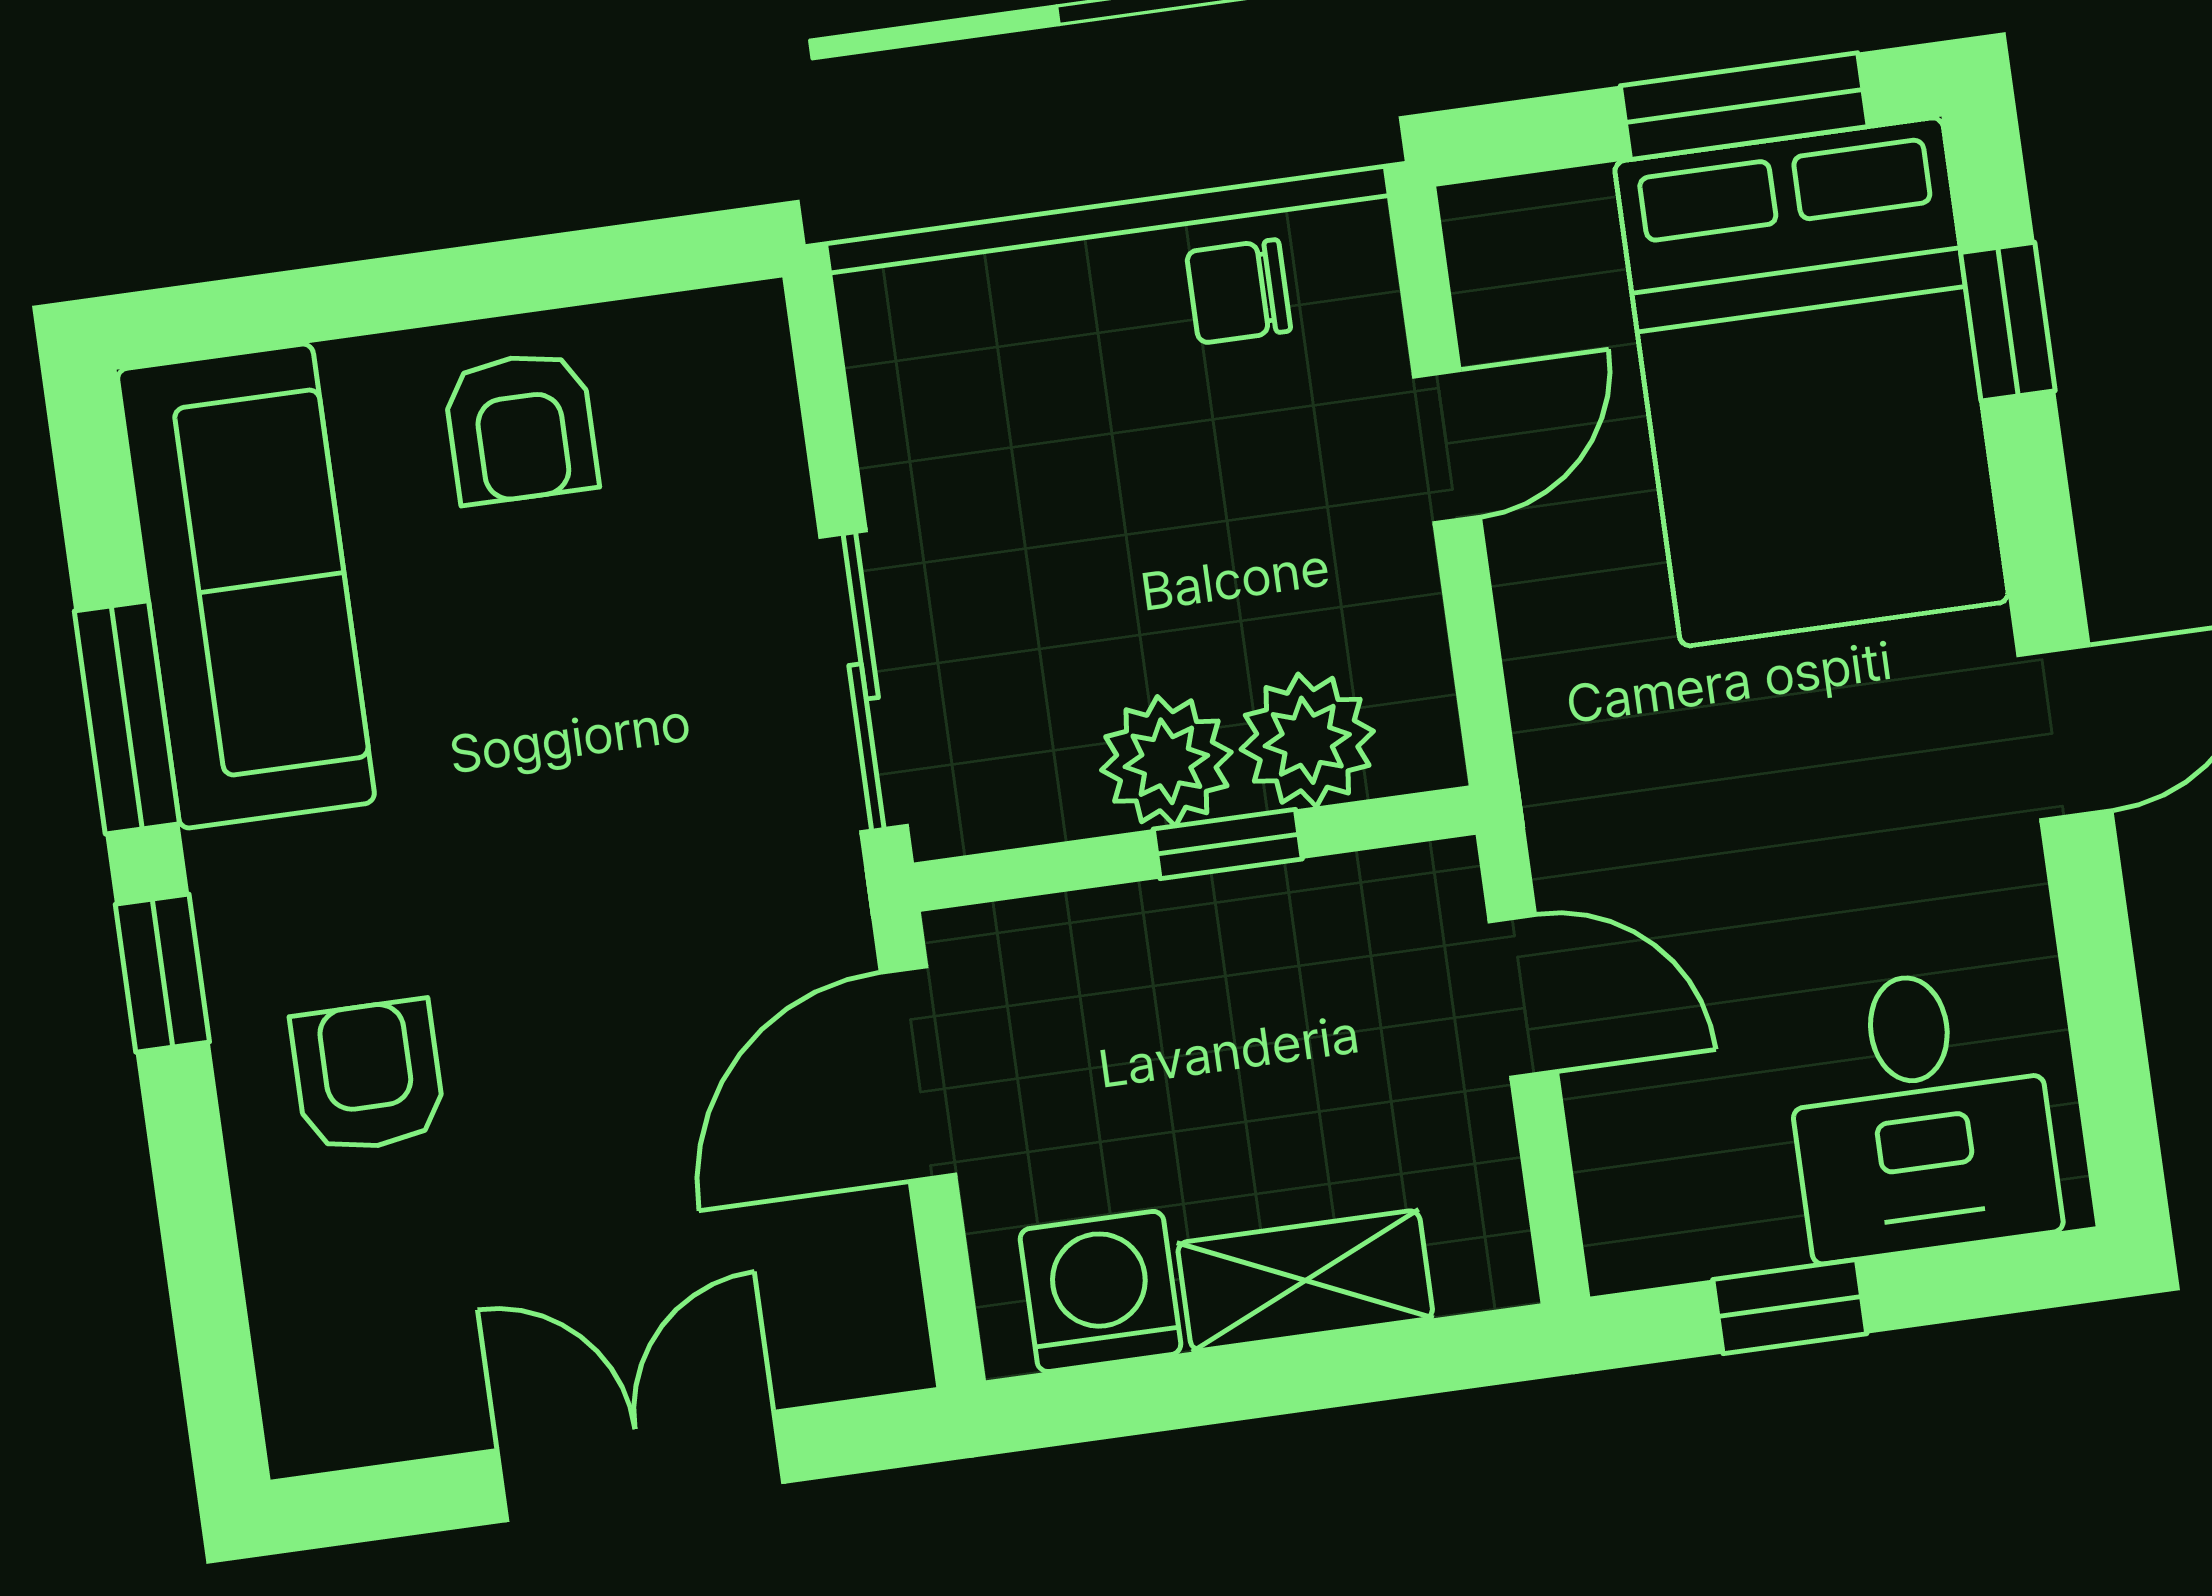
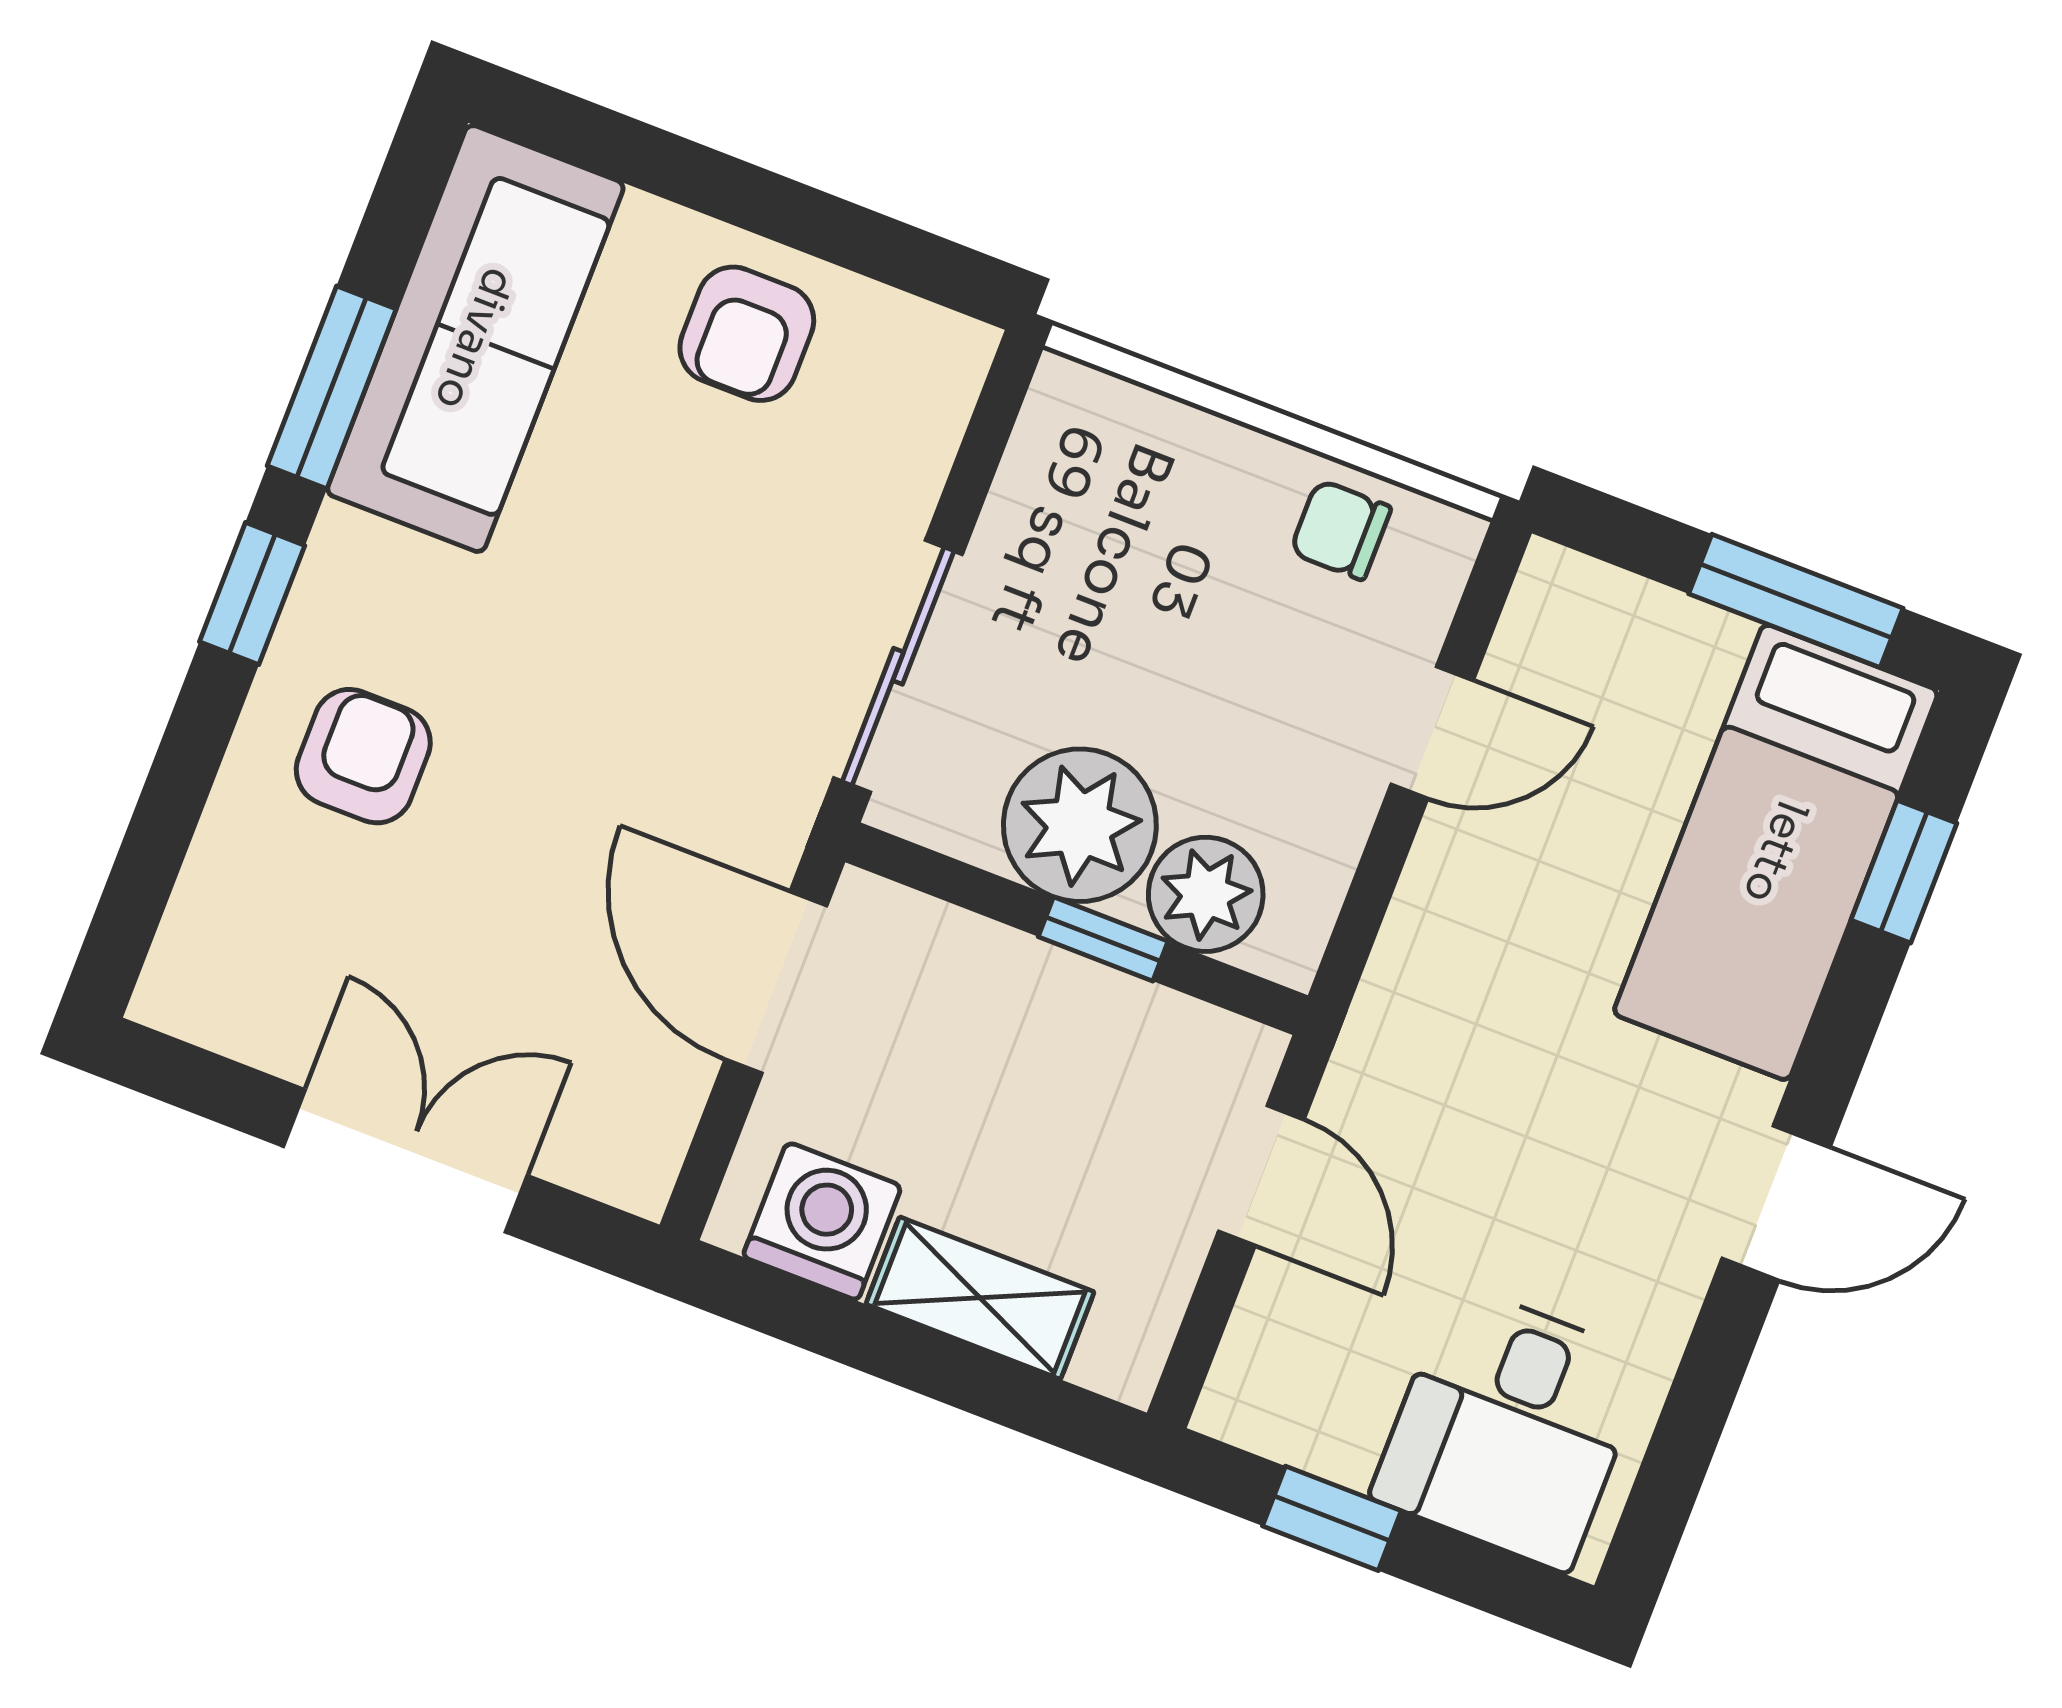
bed: (1811, 382) -> (1776, 852), width x0.67
plant: (1166, 761) -> (1080, 825), width x1.36, depth x1.36
door: (918, 1074) -> (776, 983), hinge flipped

